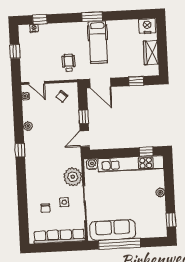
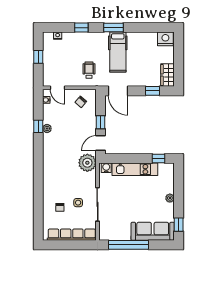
window: (40, 19) -> (81, 28), moved
wardrobe: (151, 53) -> (168, 75), moved
window: (20, 150) -> (38, 126), moved
kitchen unit: (131, 164) -> (135, 169), width x0.73
plant: (73, 177) -> (87, 163), moved
sofa: (113, 230) -> (153, 231), moved

